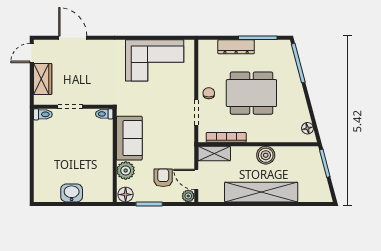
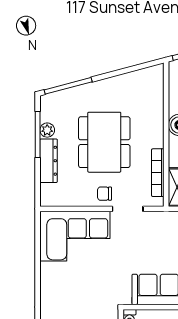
plant: (261, 46) -> (47, 130), added
corner sofa: (155, 60) -> (75, 236), moved, turned 90
floor lamp: (308, 128) -> (147, 75), removed

